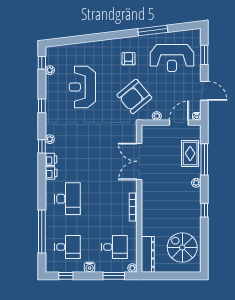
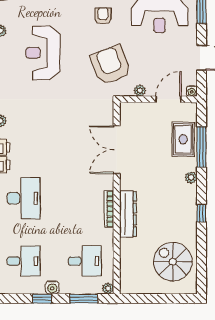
armchair: (134, 96) -> (111, 65), turned 109
dresser: (148, 254) -> (128, 214), moved
window: (66, 276) -> (42, 299), moved

